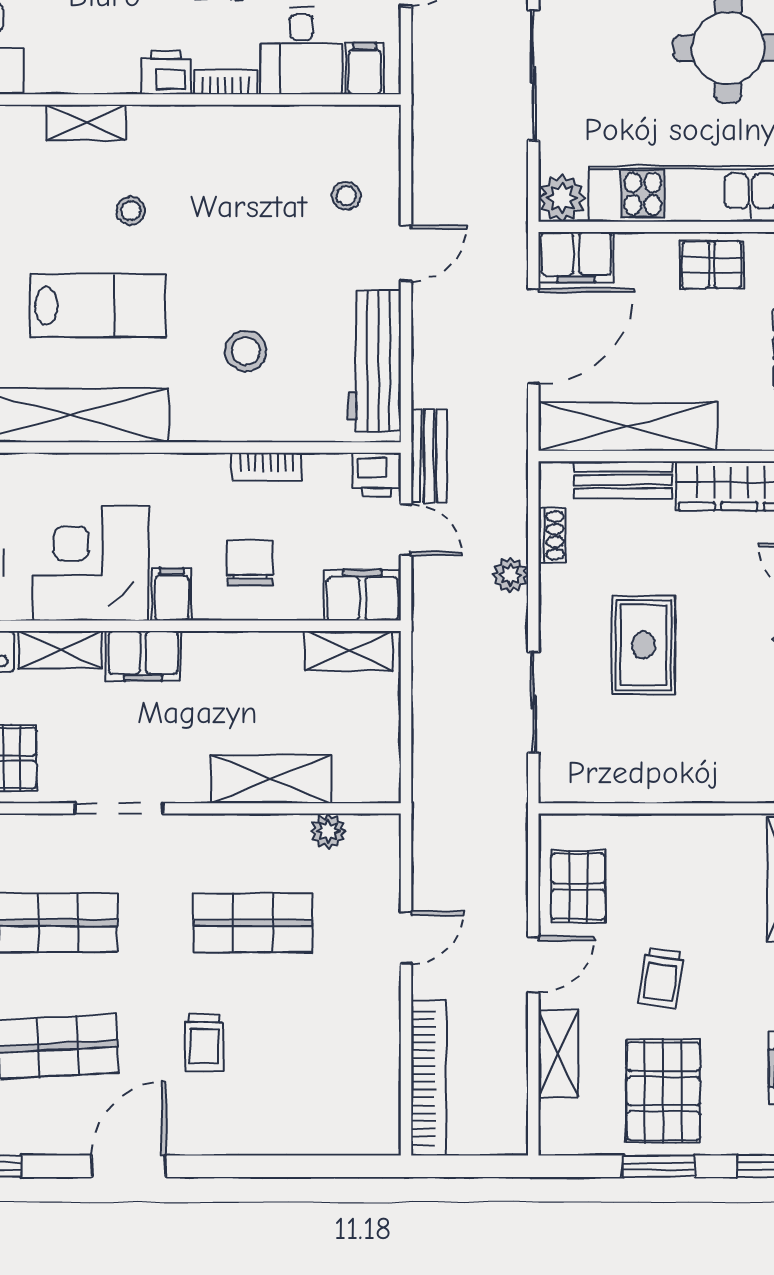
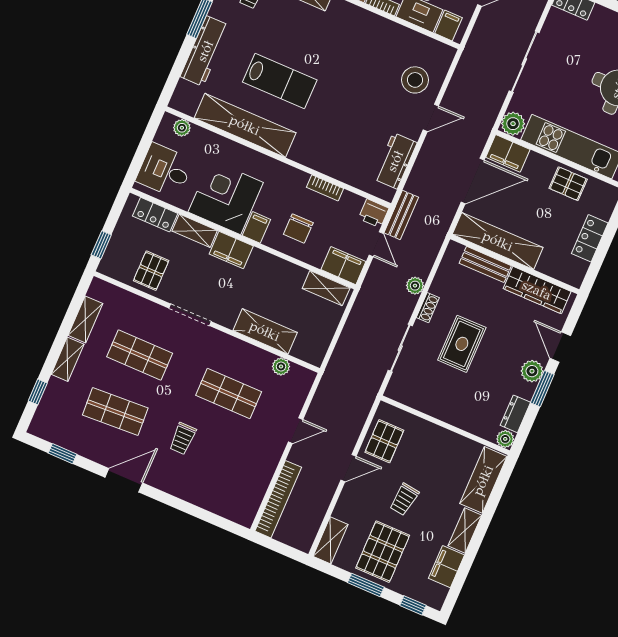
stool: (346, 196) -> (415, 80), width x1.89, depth x1.89
stool: (131, 211) -> (314, 44), removed
stool: (246, 351) -> (338, 131), removed
workbench: (374, 361) -> (395, 161), width x0.73
shoe rack: (552, 535) -> (428, 308), moved
chair: (250, 563) -> (298, 229), turned 180
shelving: (558, 1054) -> (330, 540), moved

